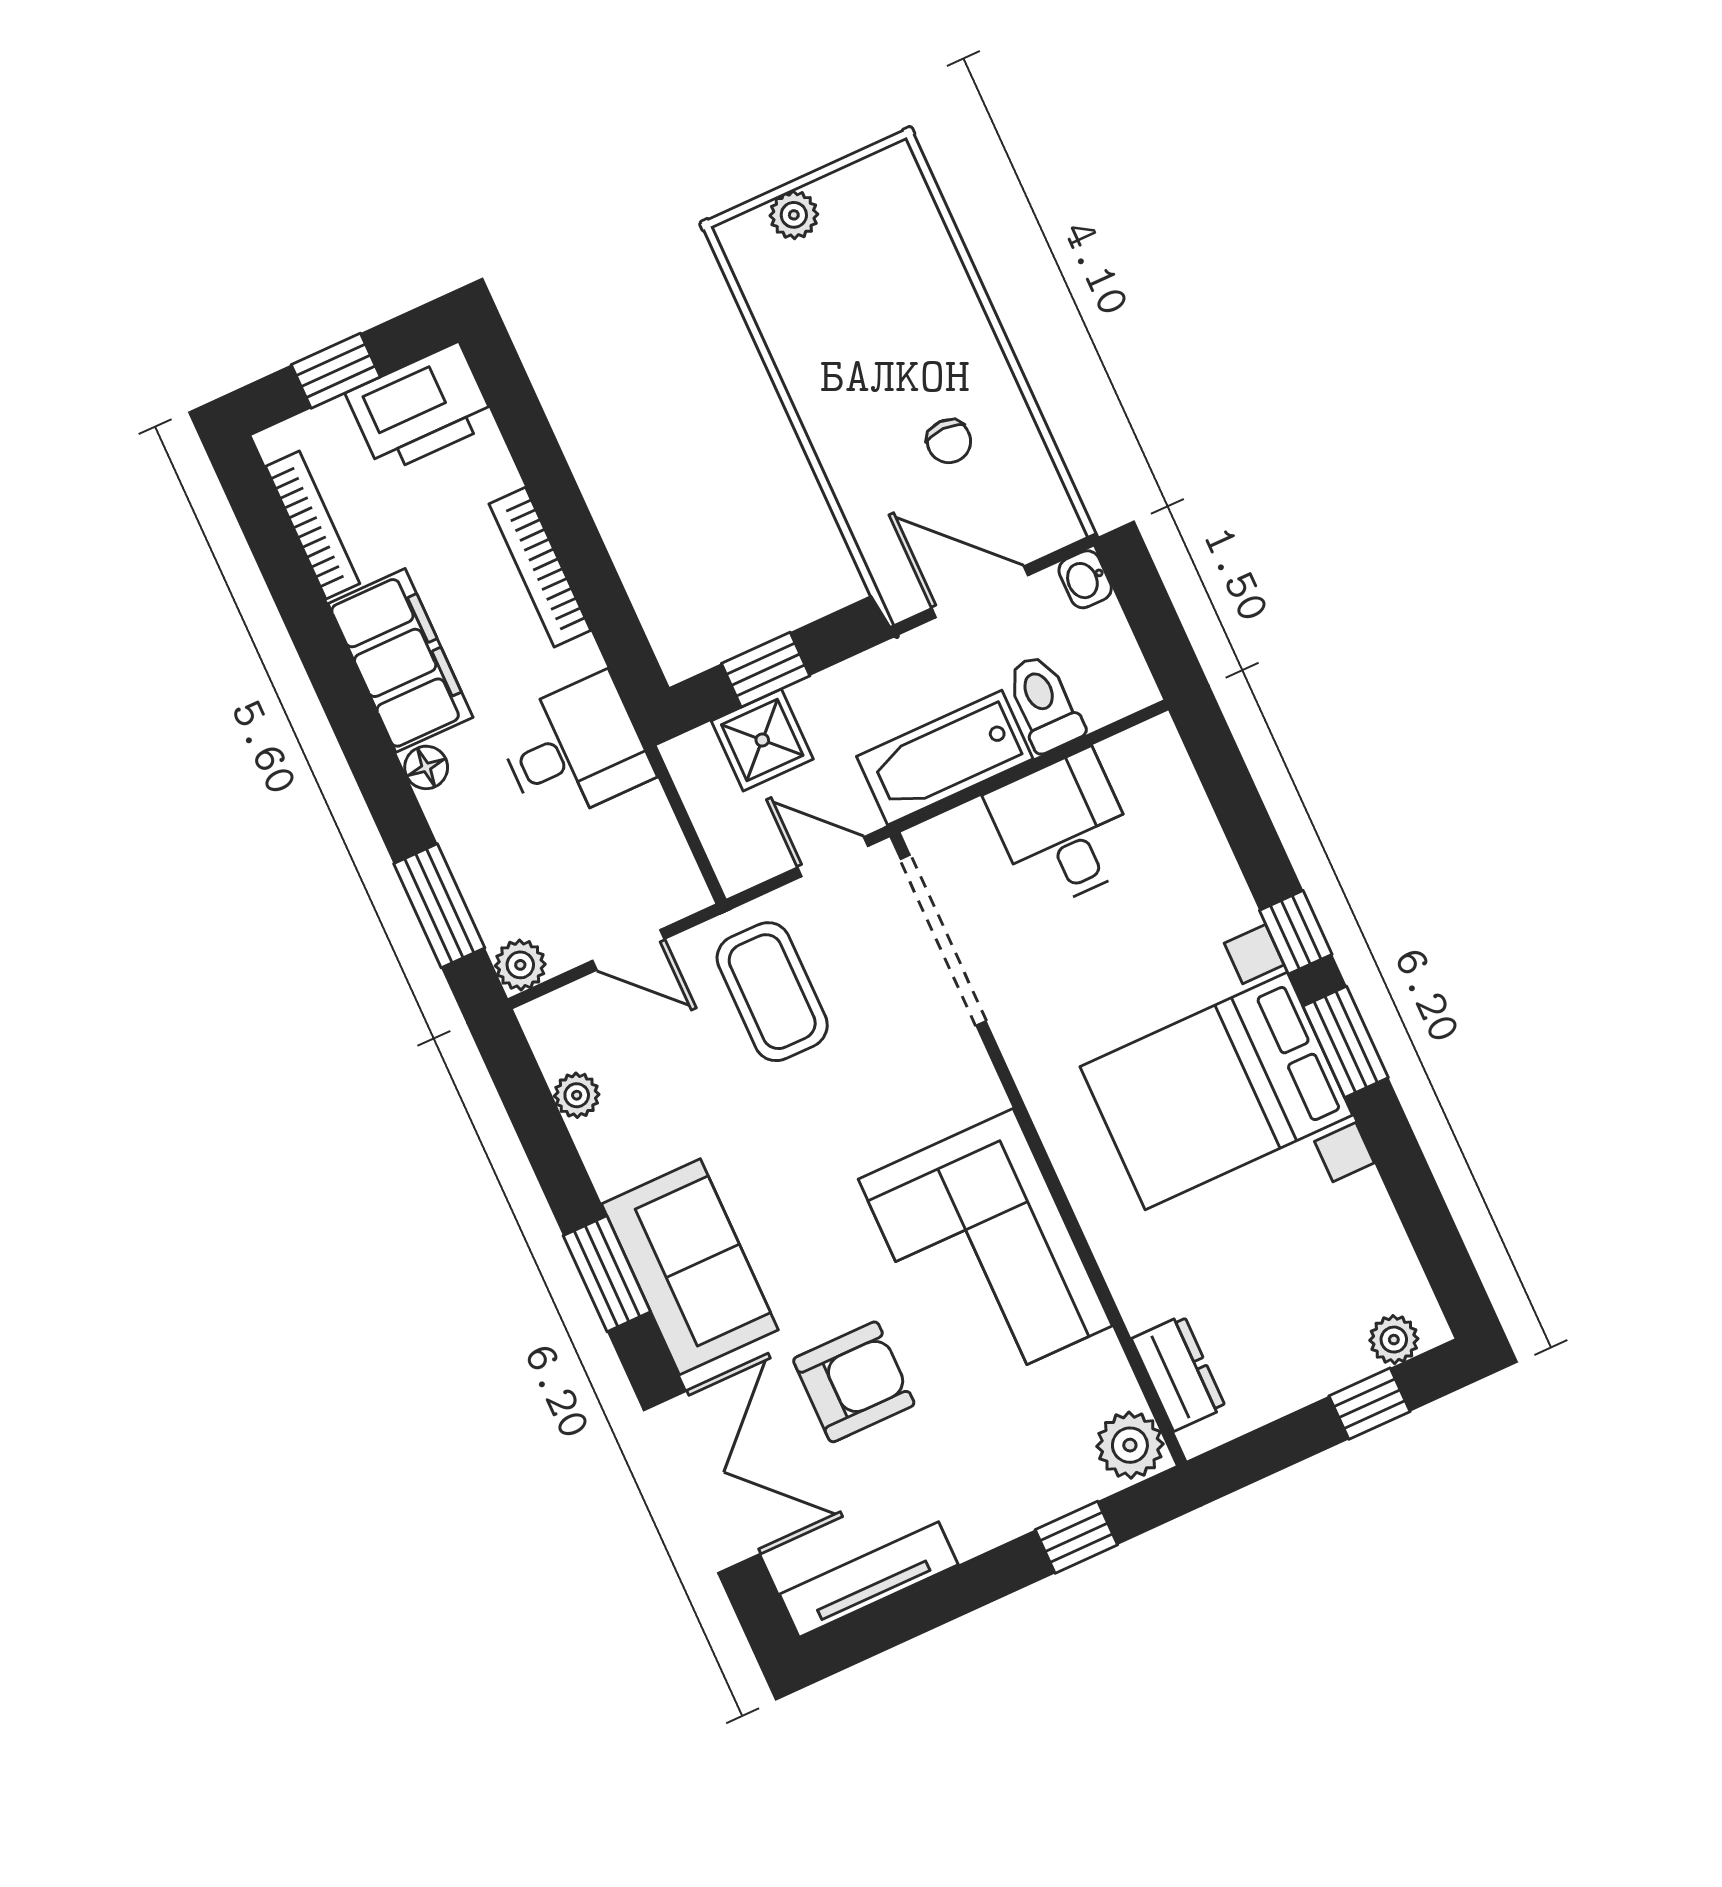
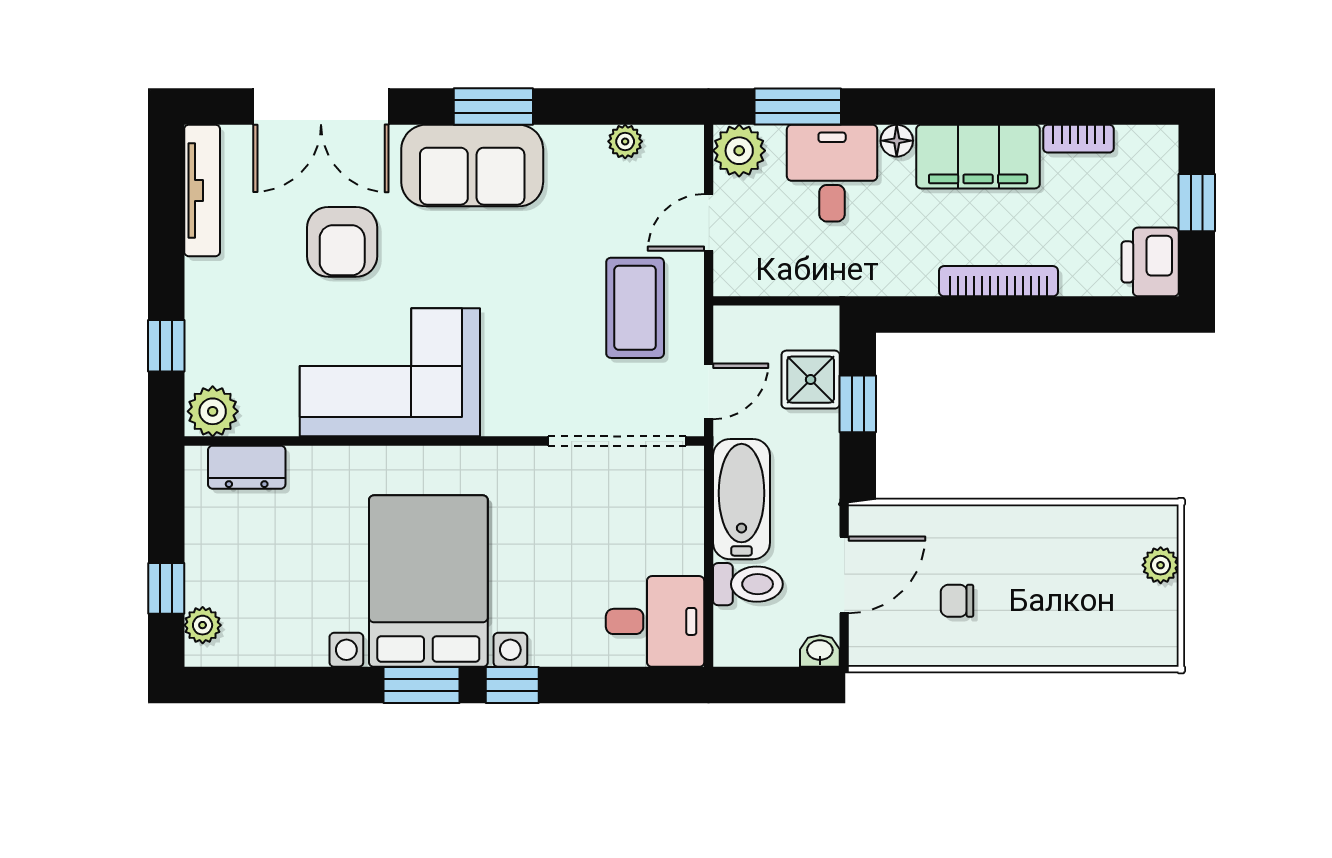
printer: (421, 408) -> (1150, 262), width x0.73, depth x0.84
bookcase: (313, 525) -> (1078, 139), width x0.64
desk: (574, 749) -> (832, 173), moved, turned 180
desk: (1064, 830) -> (655, 621), moved
plant: (520, 965) -> (739, 151), width x1.38, depth x1.38
coffee table: (772, 992) -> (635, 308), turned 90

